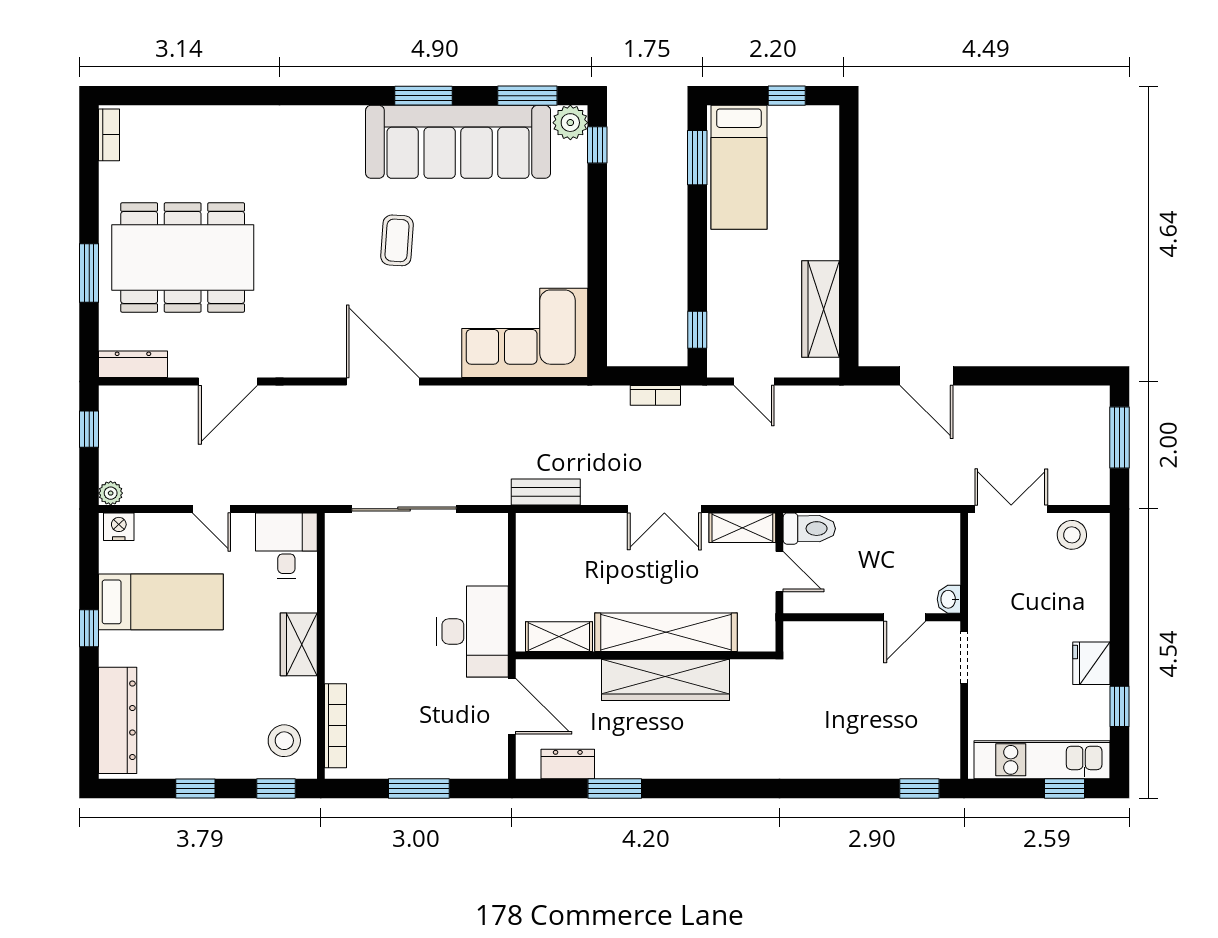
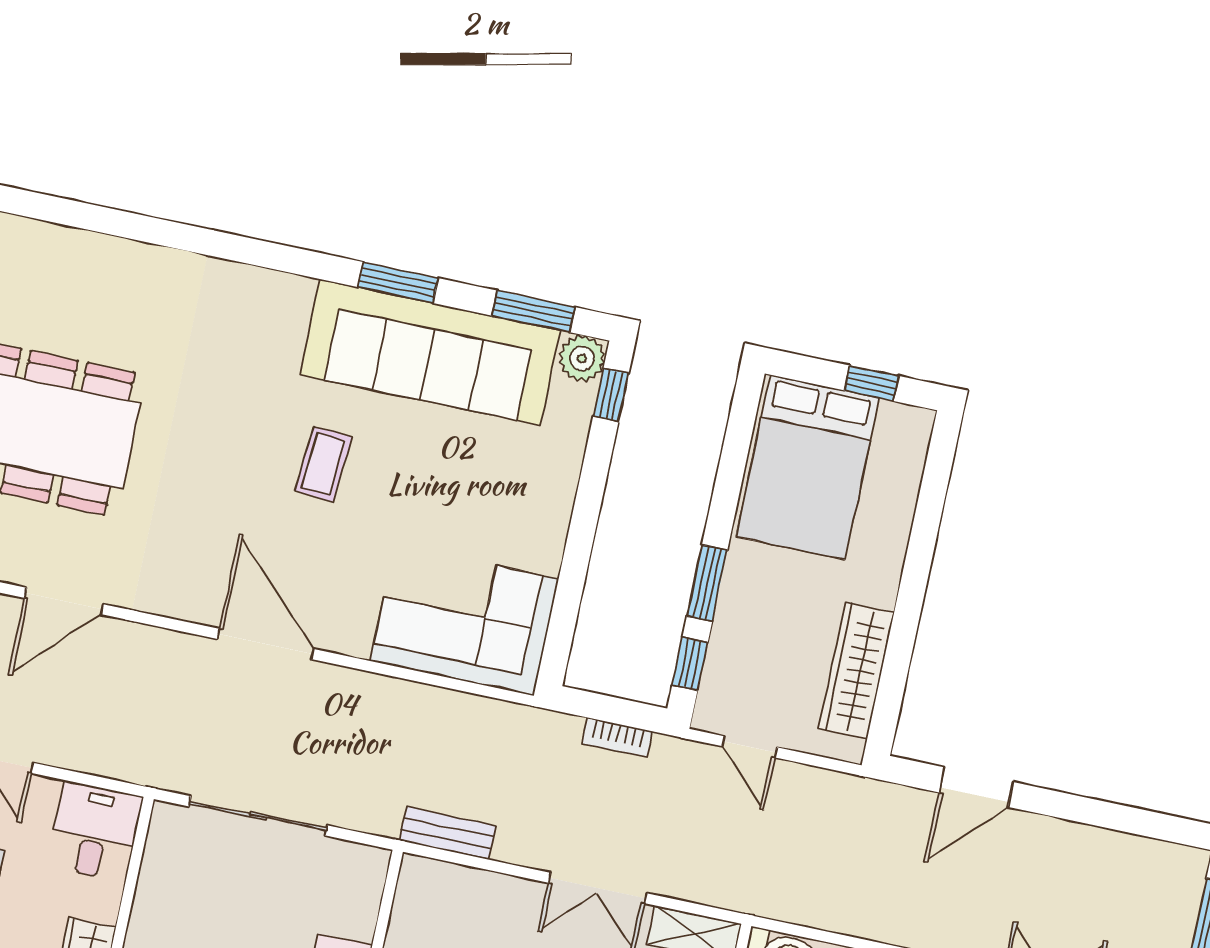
window: (697, 158) -> (707, 583), moved
bed: (739, 167) -> (808, 467), width x1.50
door: (927, 376) -> (976, 787), hinge flipped

